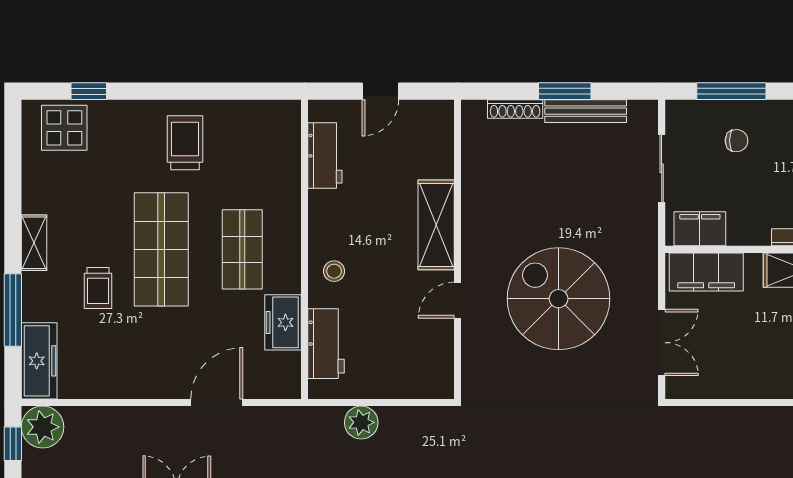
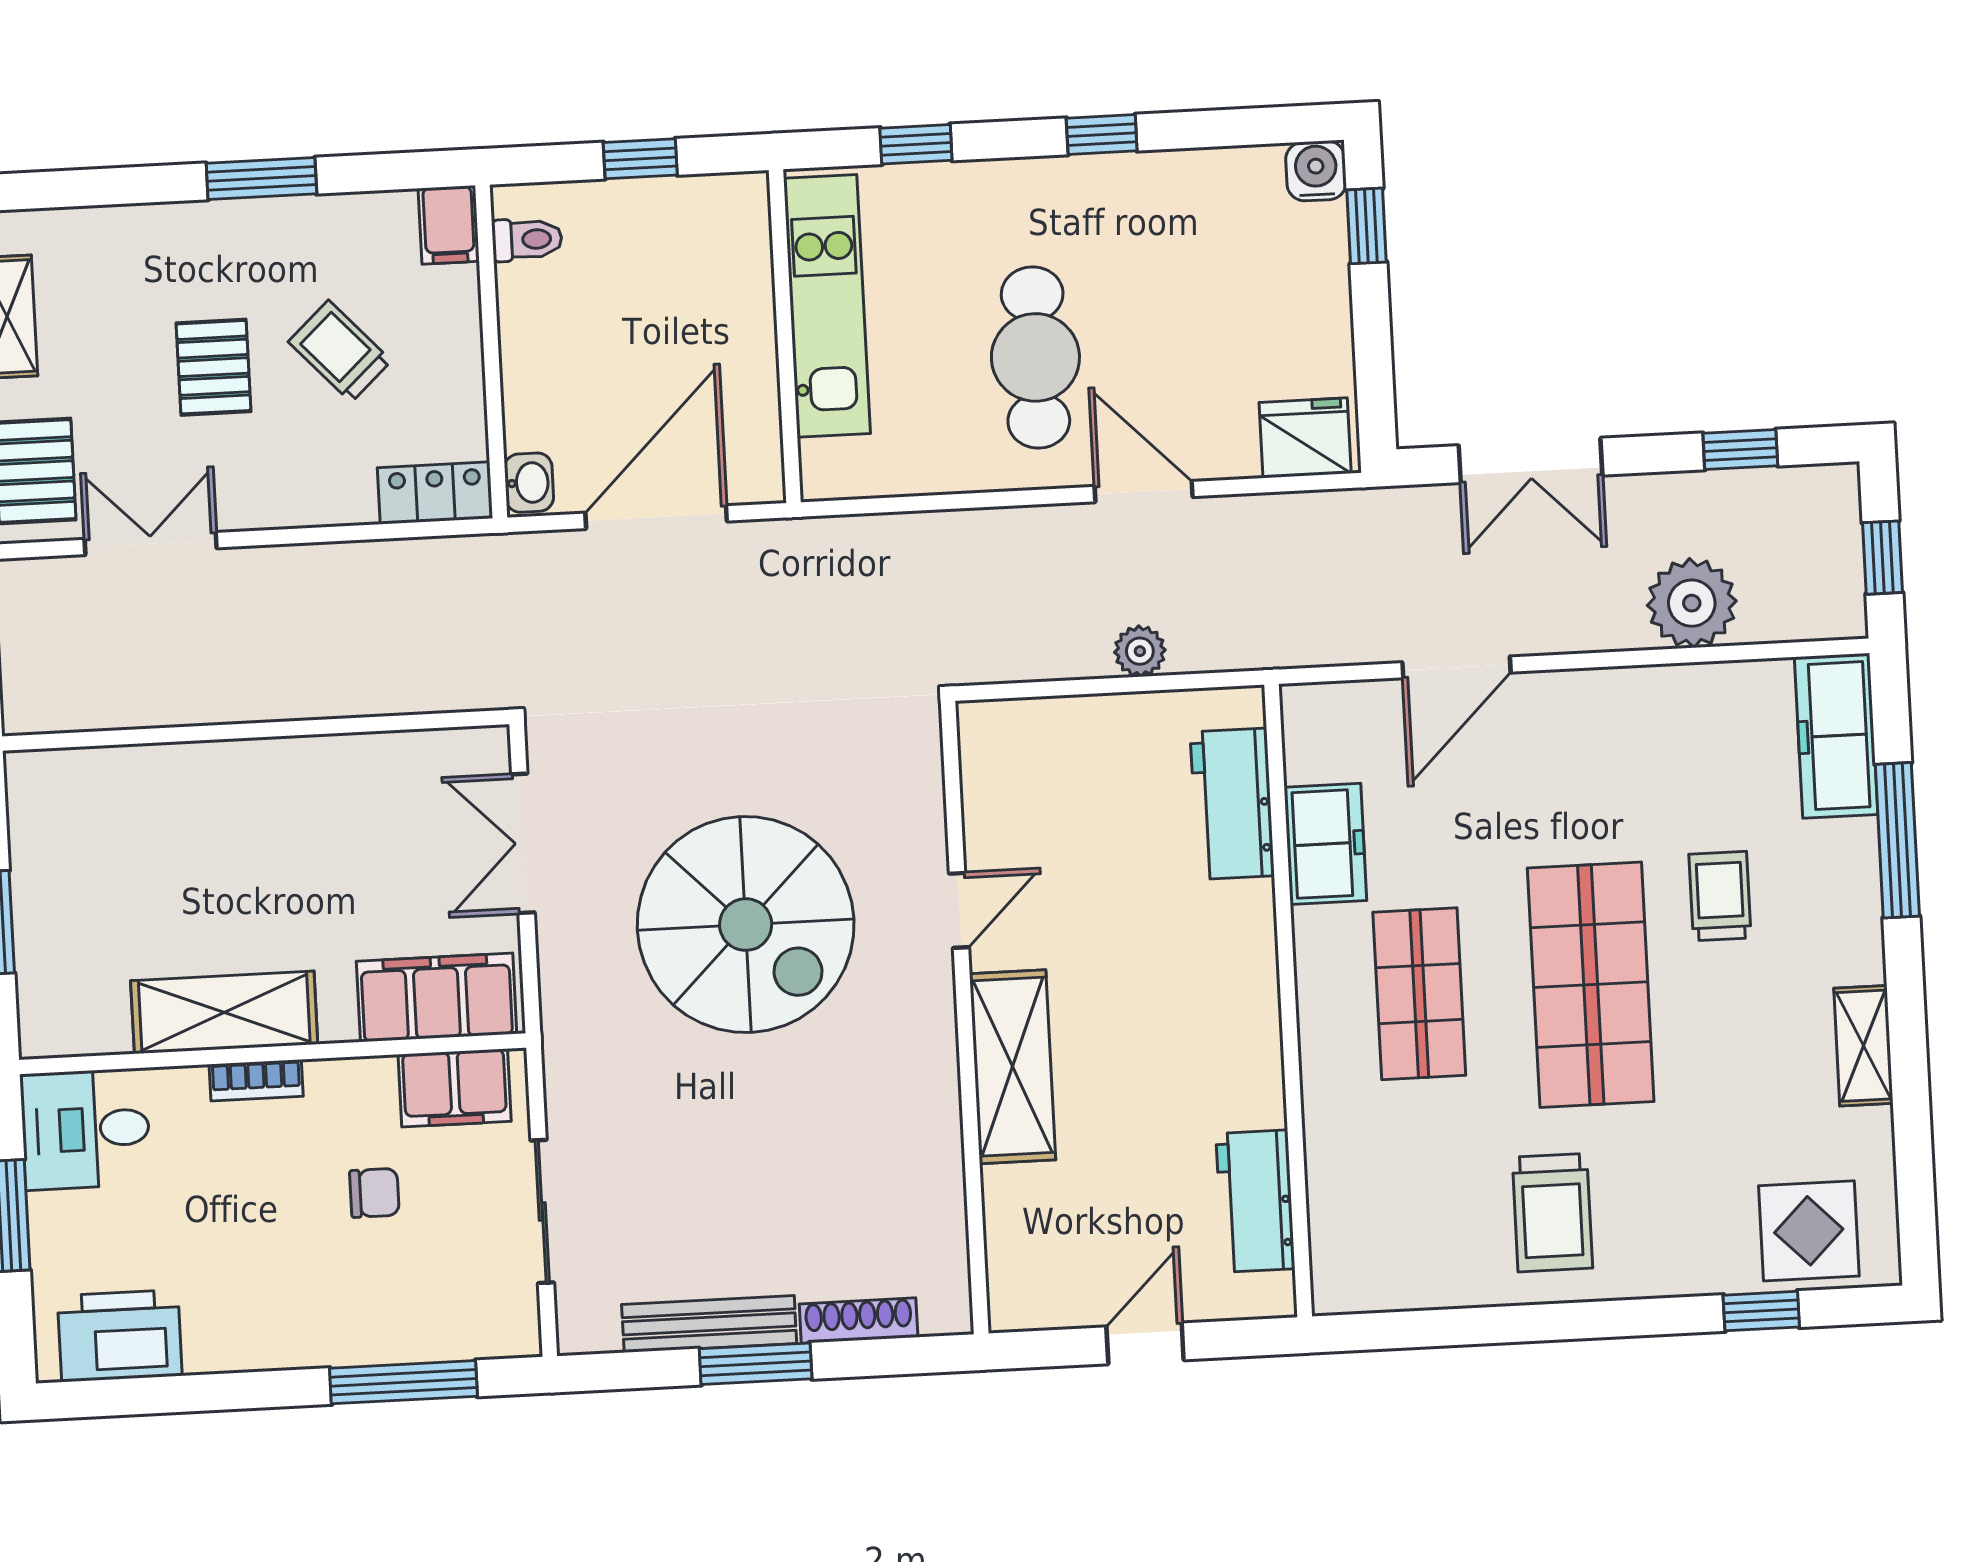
chair: (737, 141) -> (374, 1193), moved, turned 180
shelving: (34, 243) -> (1863, 1046), moved
stool: (334, 271) -> (1223, 958), removed
plant: (361, 422) -> (1140, 651), width x0.73, depth x0.73
plant: (43, 427) -> (1692, 603), moved

